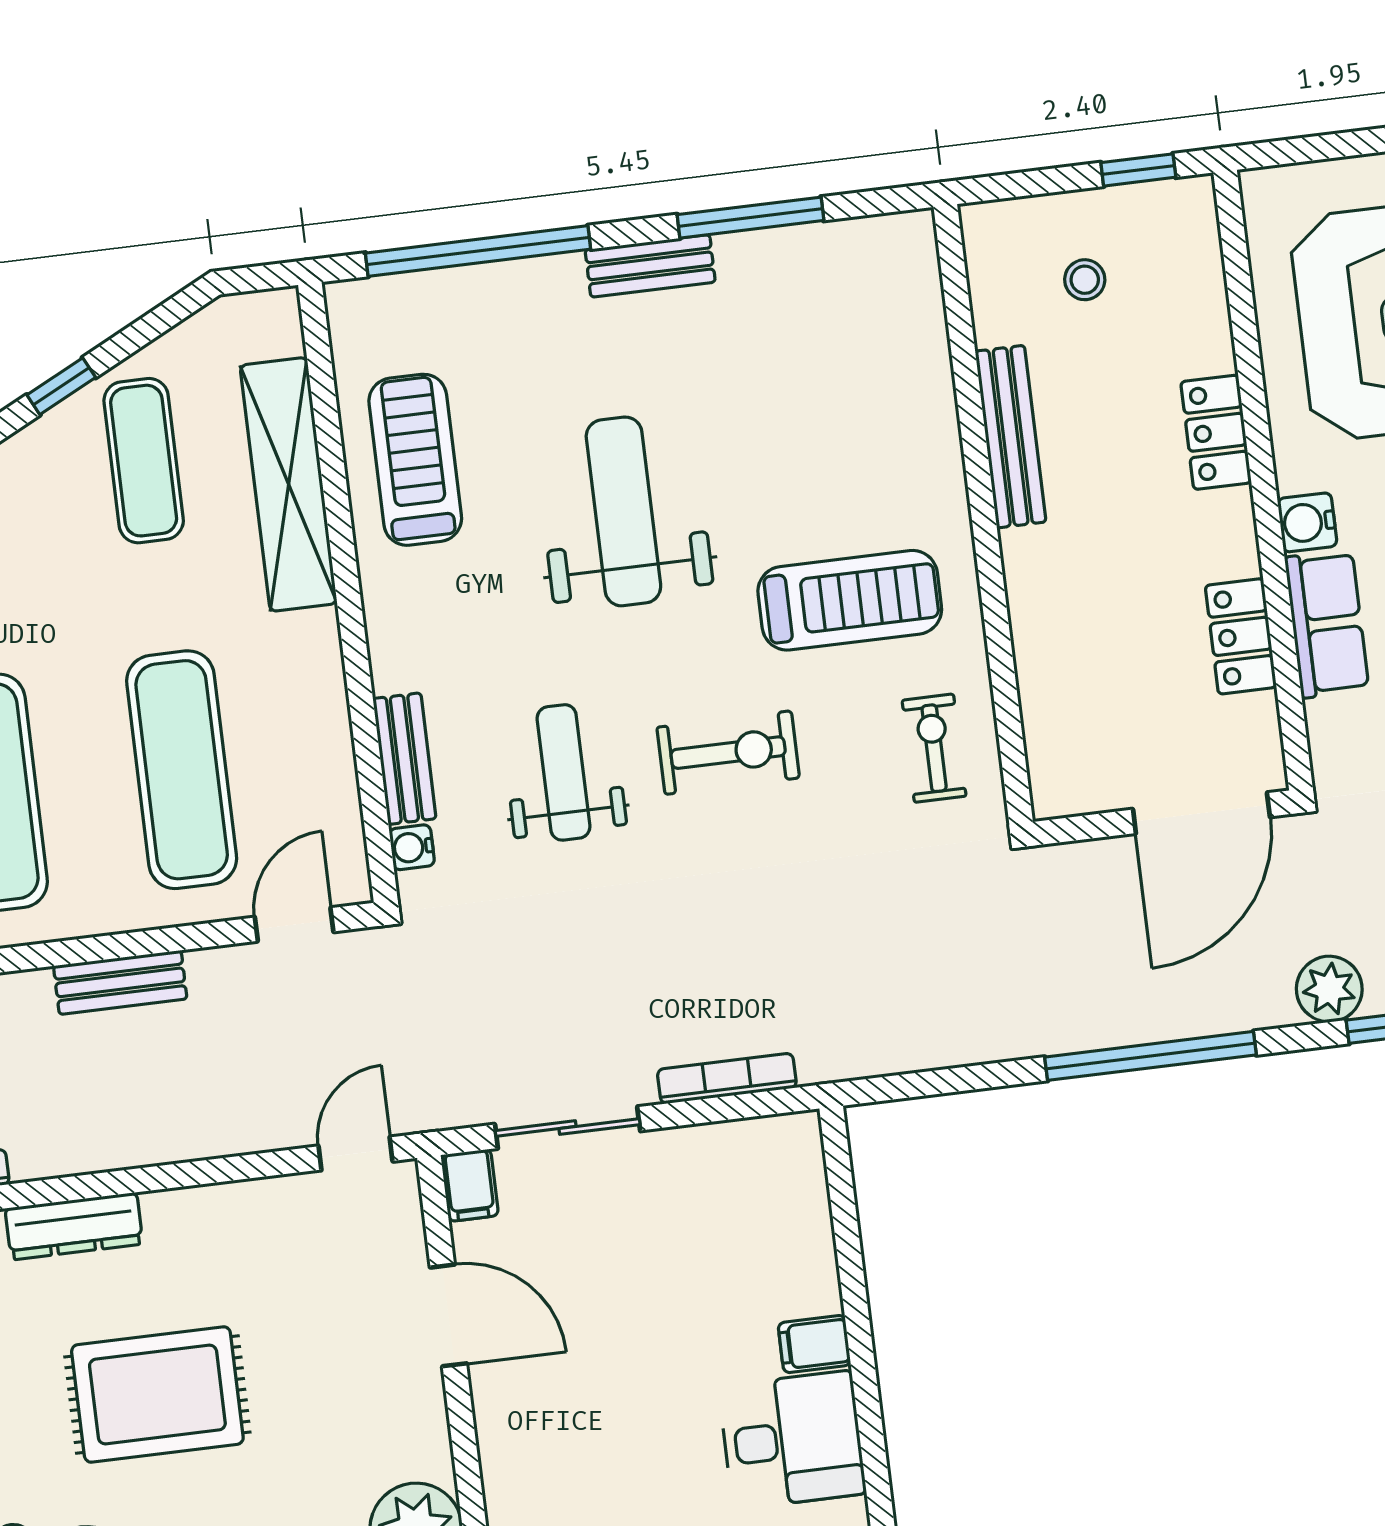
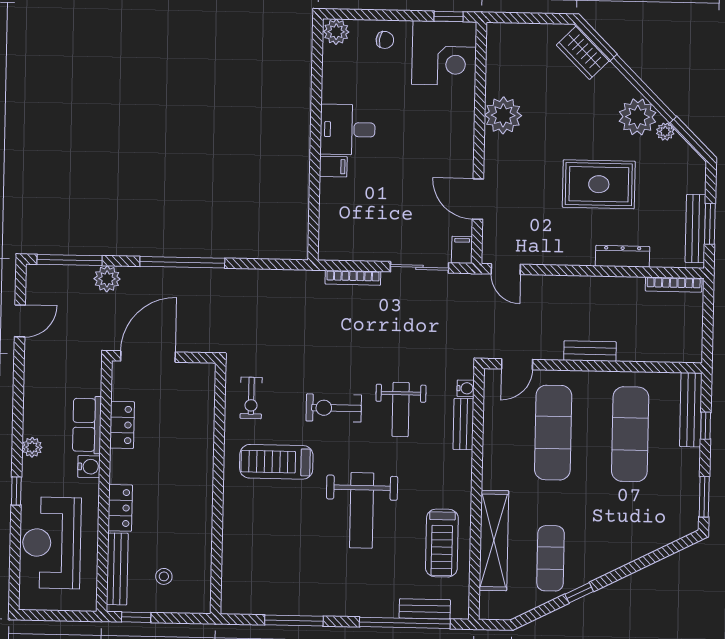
bench: (650, 266) -> (425, 609), moved
bench: (1011, 437) -> (117, 569), moved
door: (355, 1154) -> (506, 269), hinge flipped

